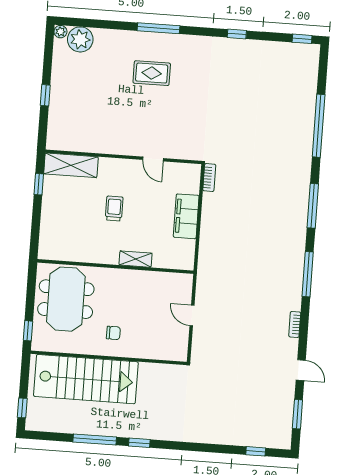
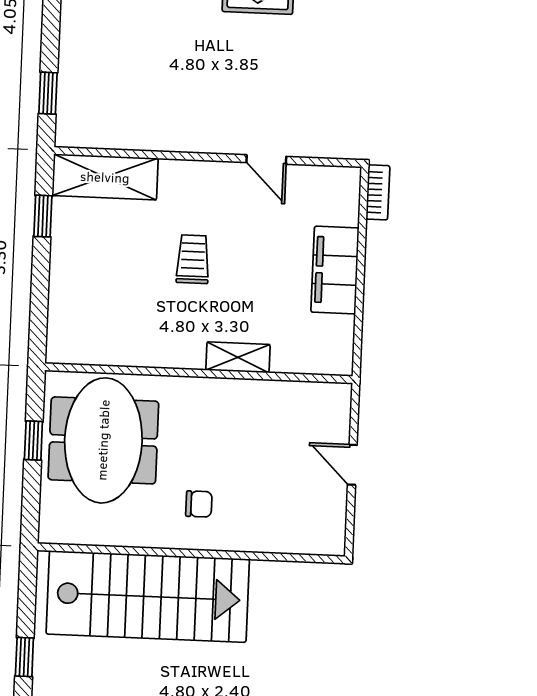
window: (45, 95) -> (48, 93), moved
window: (28, 331) -> (33, 440), moved

